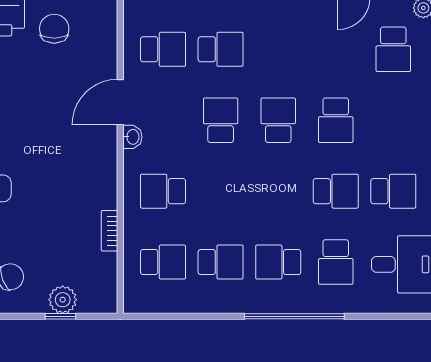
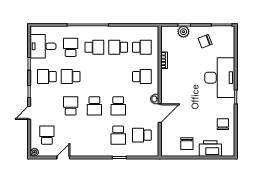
school desk: (221, 49) -> (118, 135), turned -90
school desk: (163, 262) -> (142, 47), turned 180

